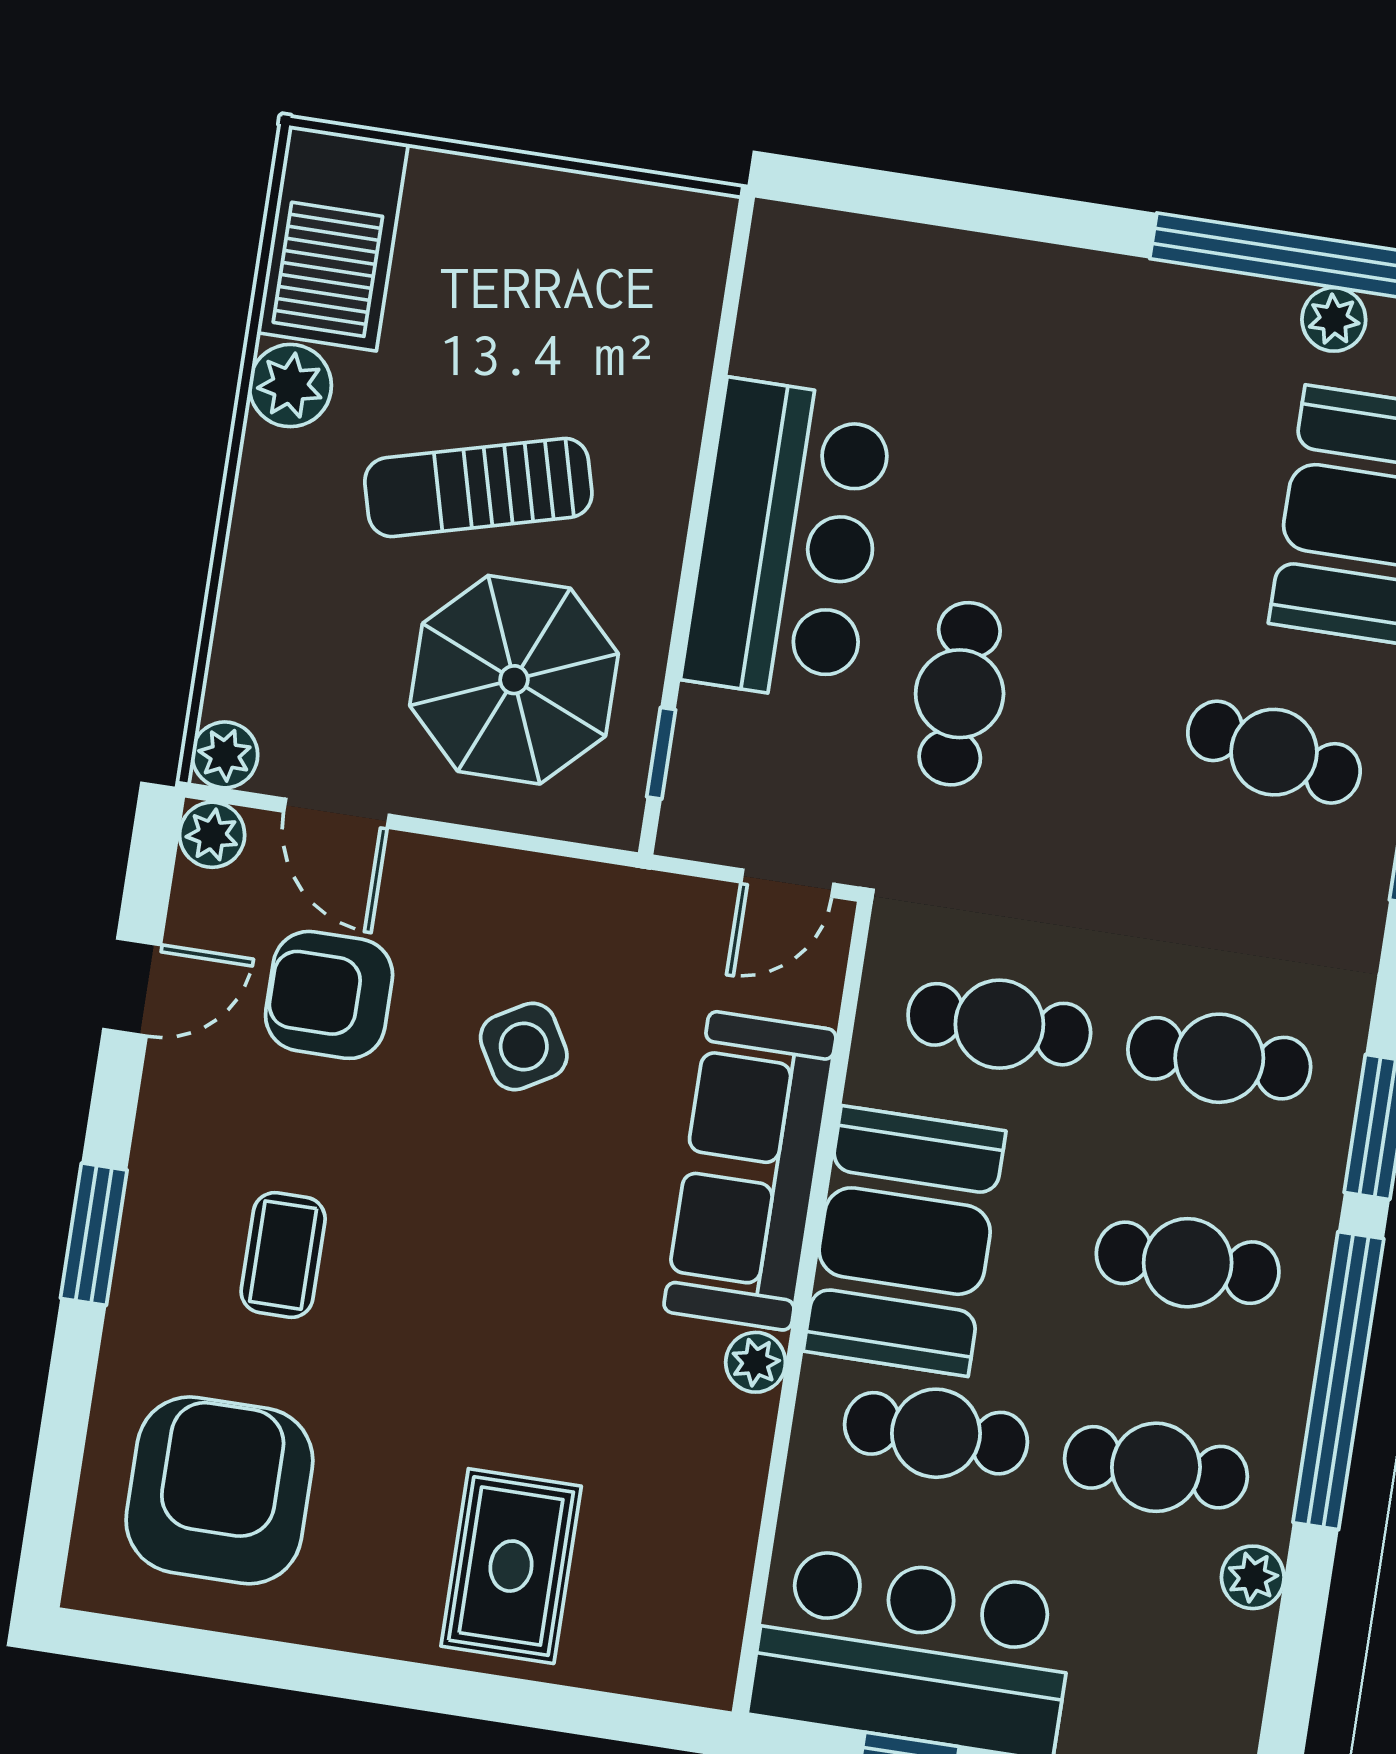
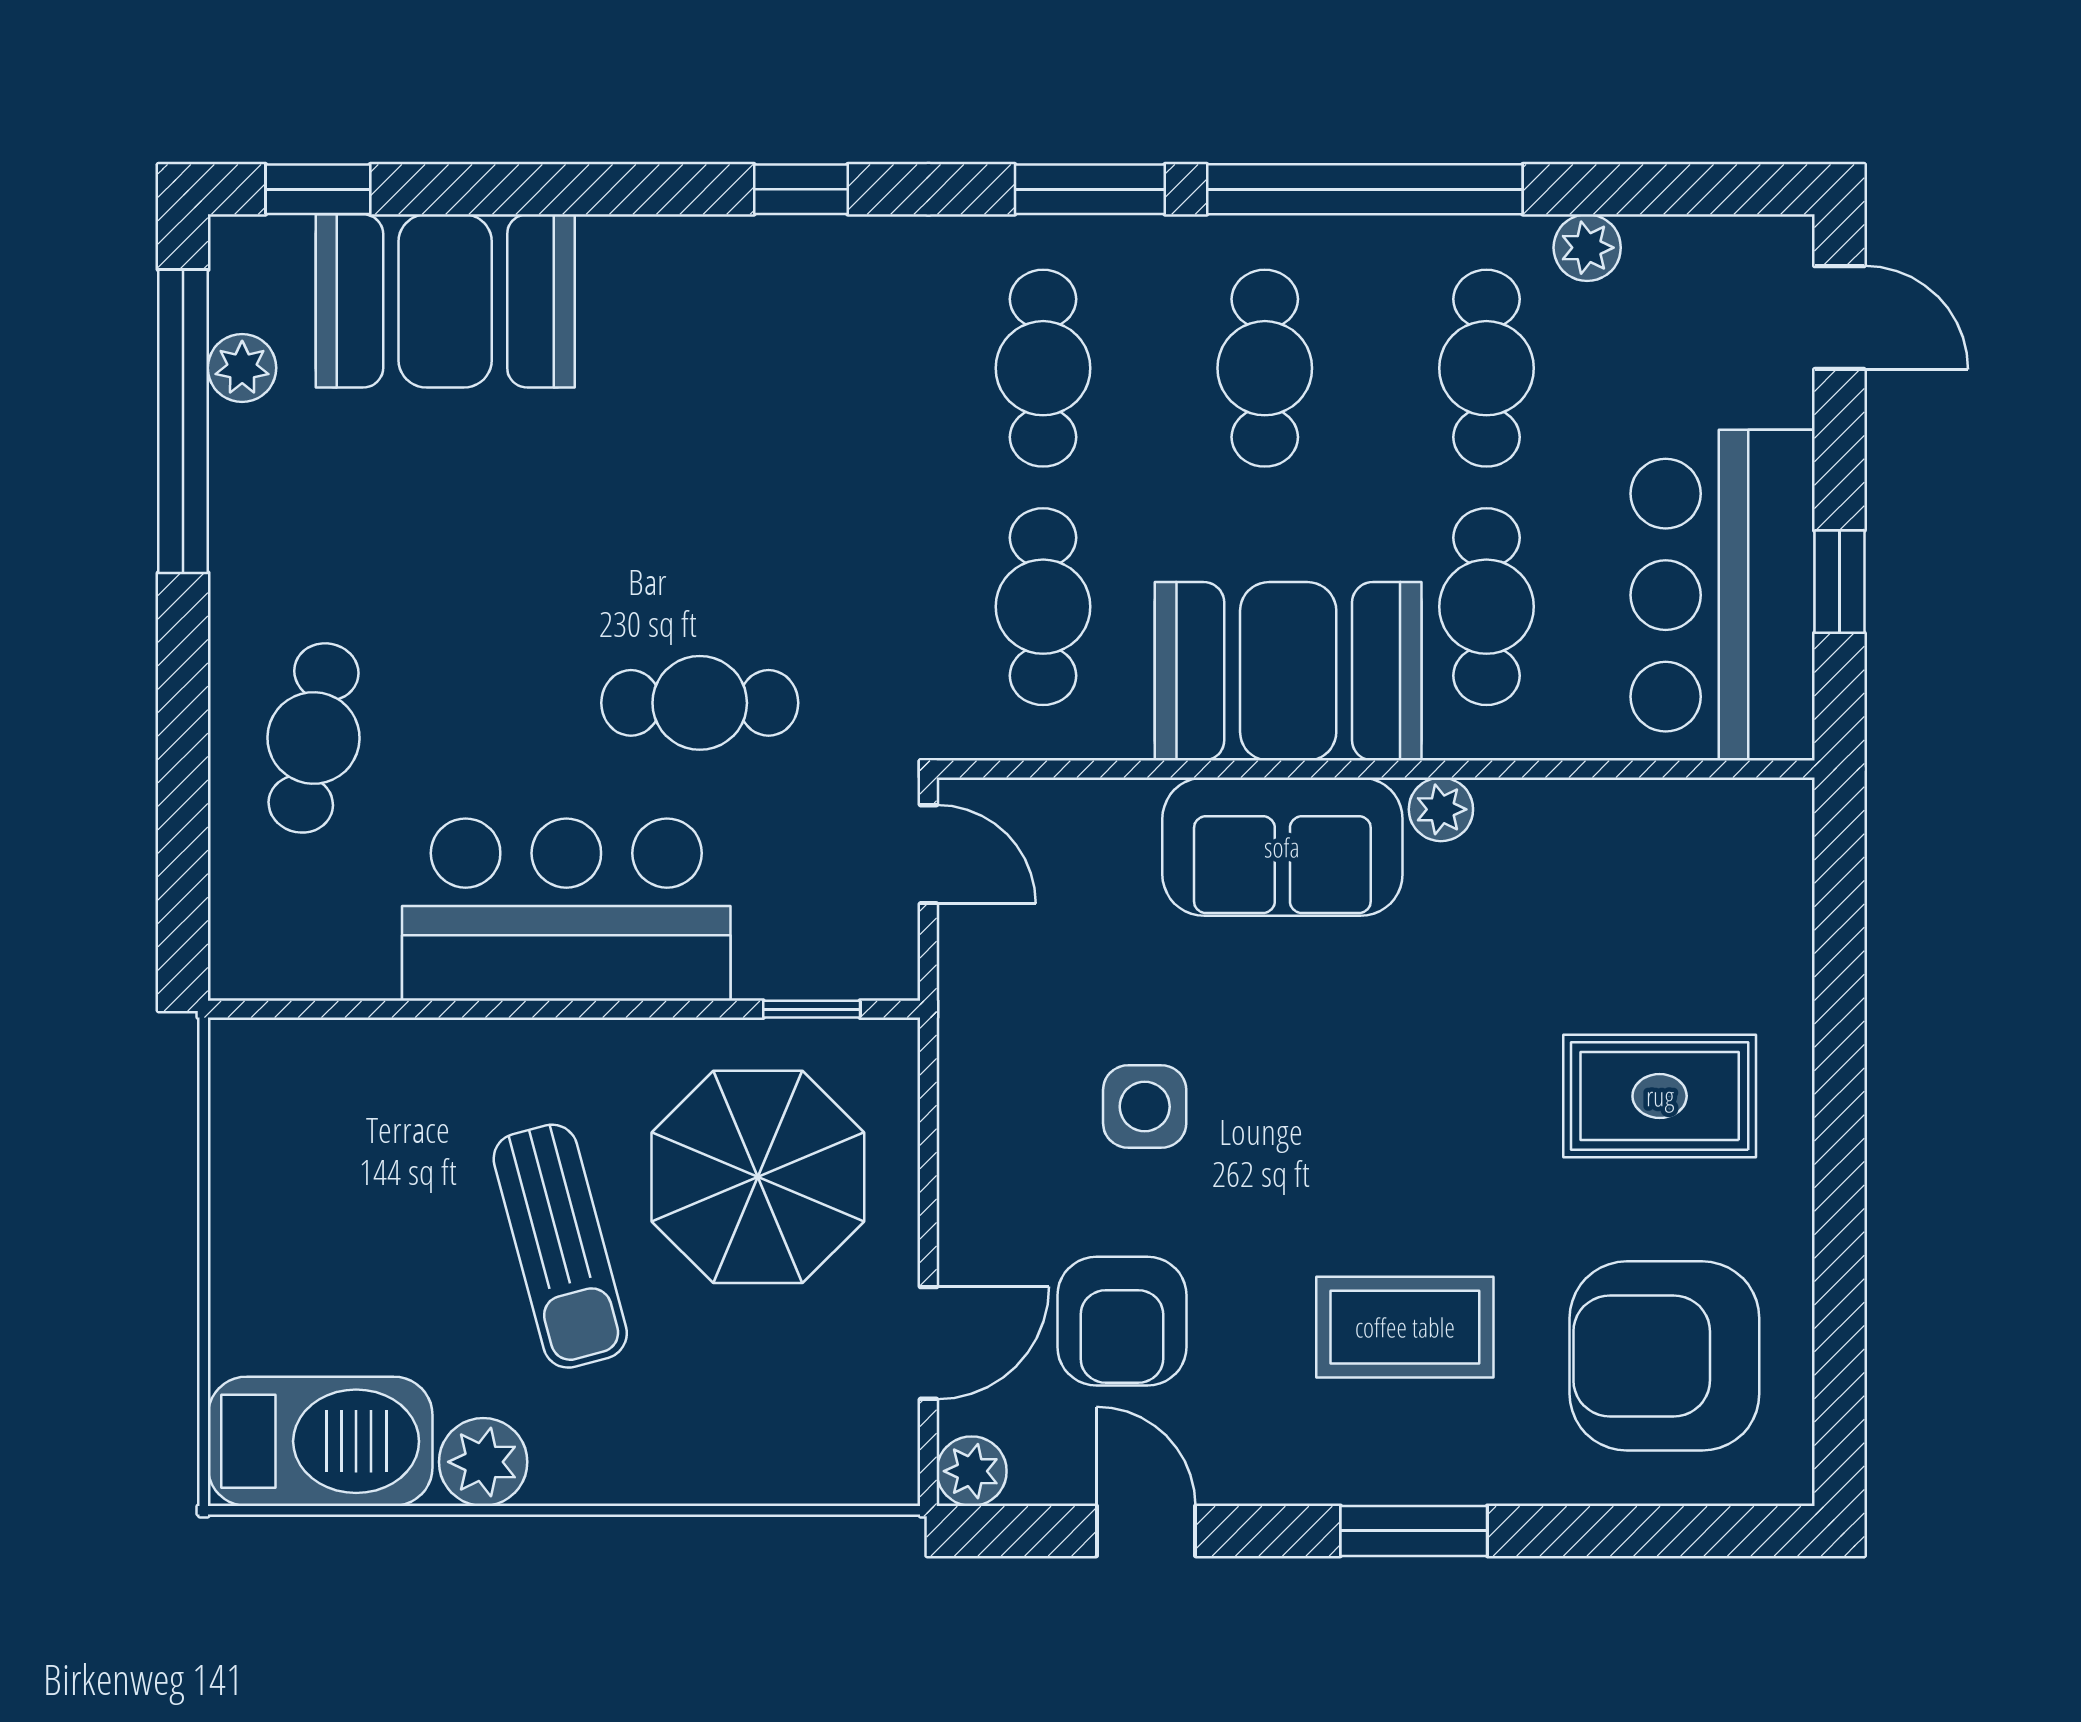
cafe table: (1274, 752) -> (314, 738), moved
plant: (225, 755) -> (885, 1471), removed
side table: (524, 1047) -> (1145, 1107), turned 30
sofa: (750, 1171) -> (1282, 847), width x0.73
coffee table: (283, 1255) -> (1405, 1327), width x1.36, depth x1.30
rug: (511, 1566) -> (1660, 1096), moved

